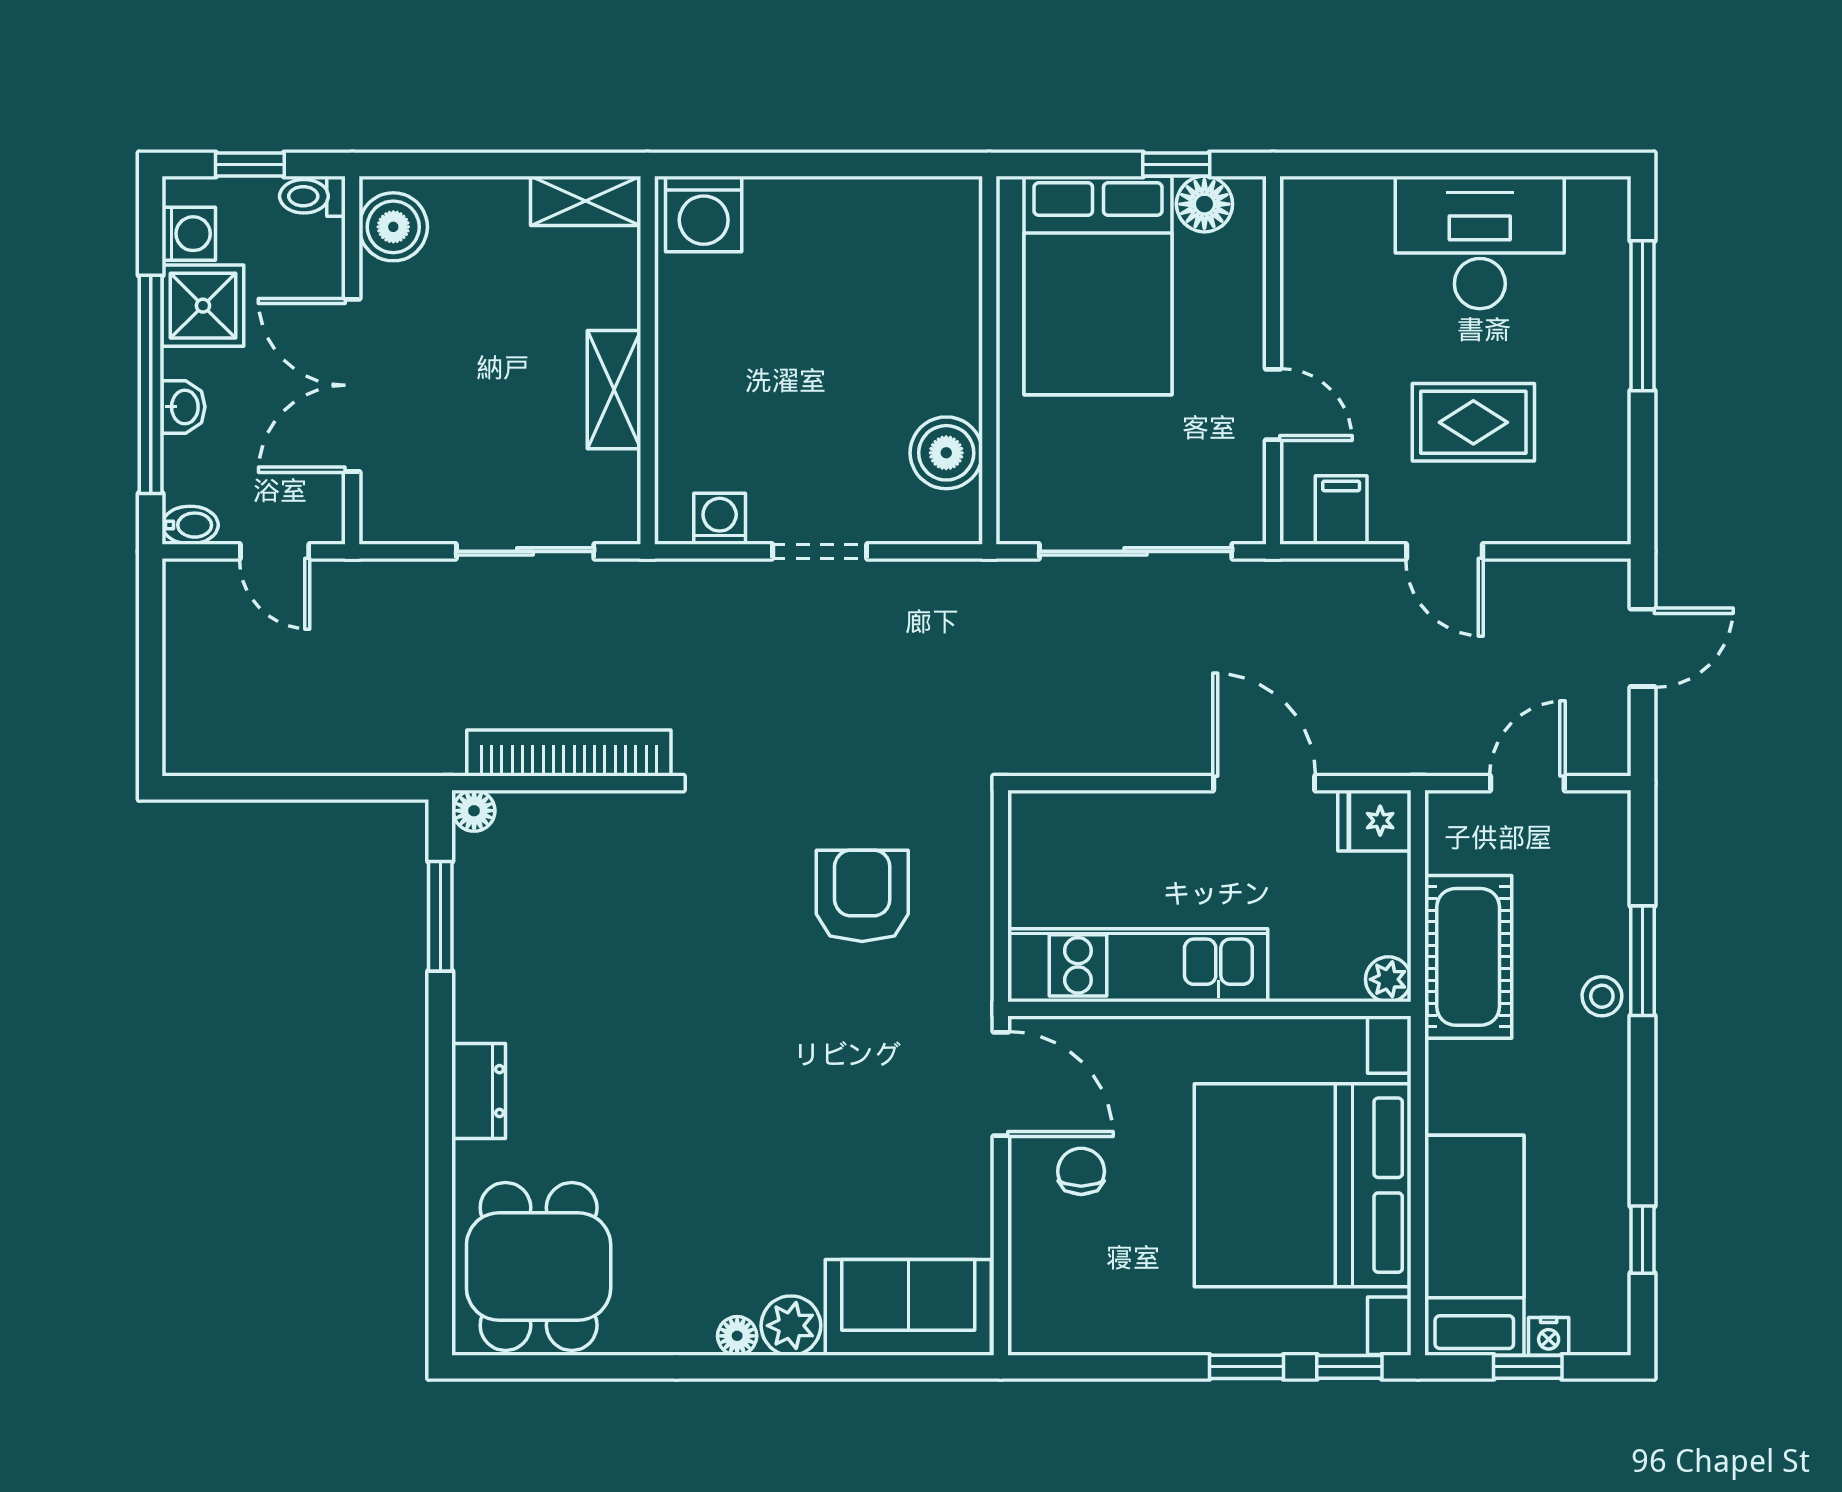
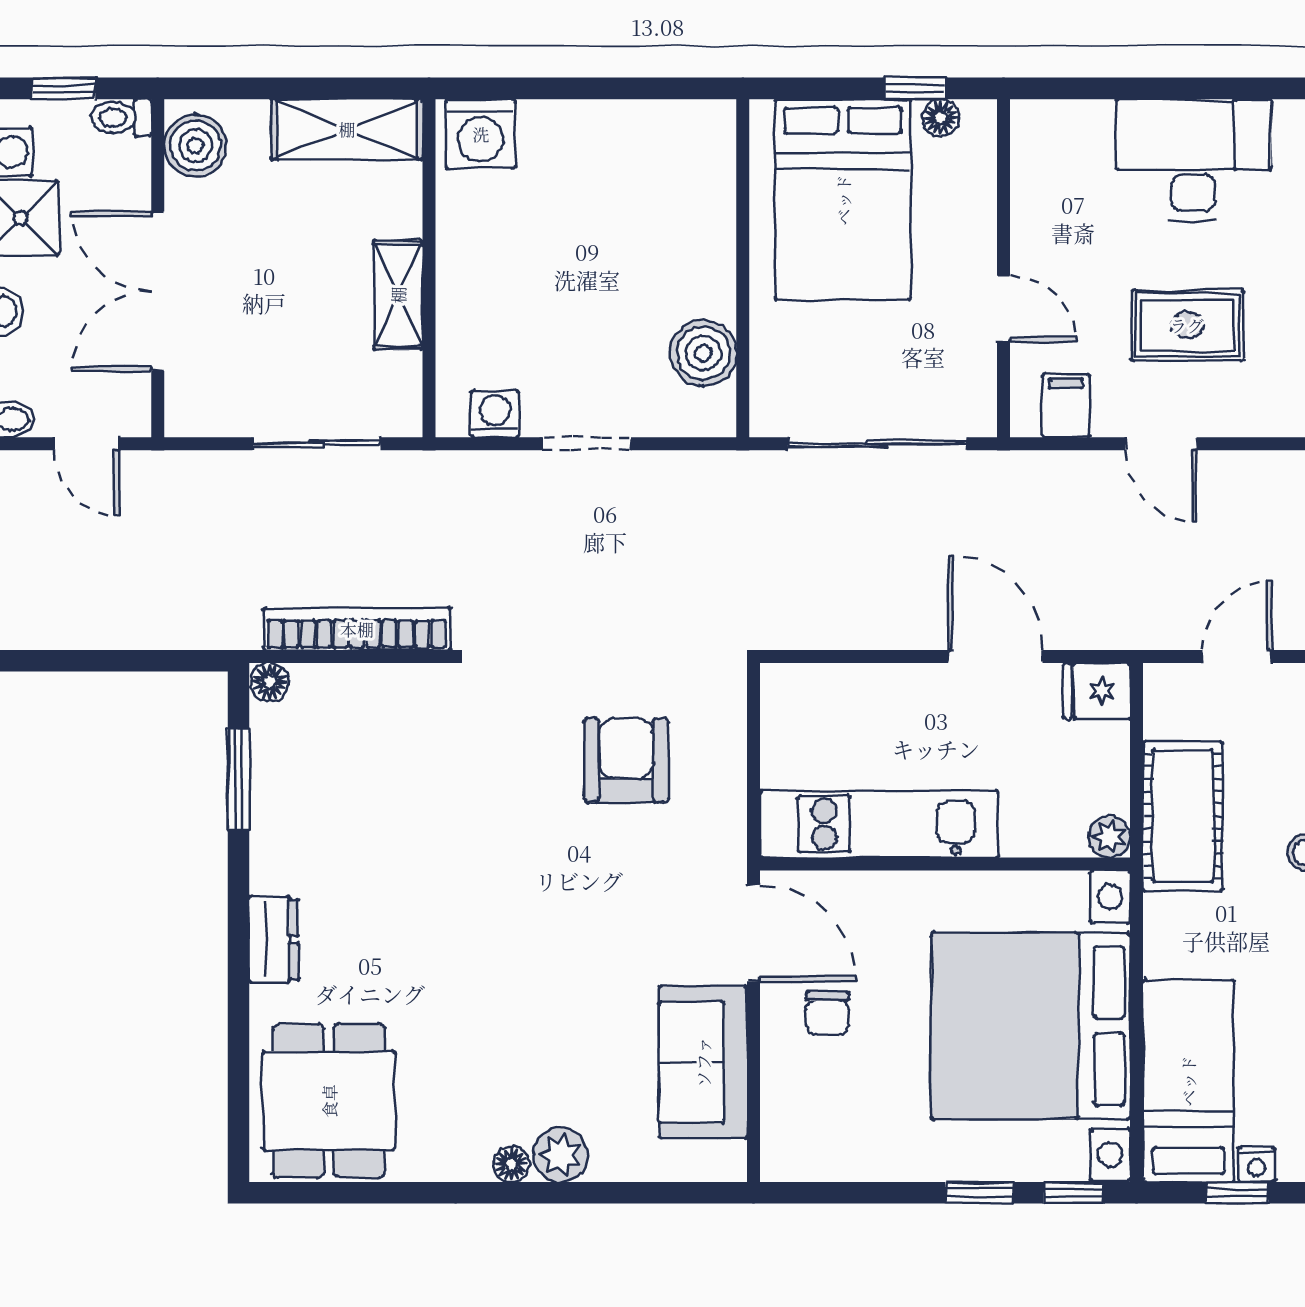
shelving: (586, 201) -> (347, 129), width x1.50, depth x1.33
floor lamp: (1204, 204) -> (941, 118), width x0.73, depth x0.73
chair: (1081, 1171) -> (827, 1013), turned 180
sofa: (908, 1307) -> (703, 1062), moved, turned -90

